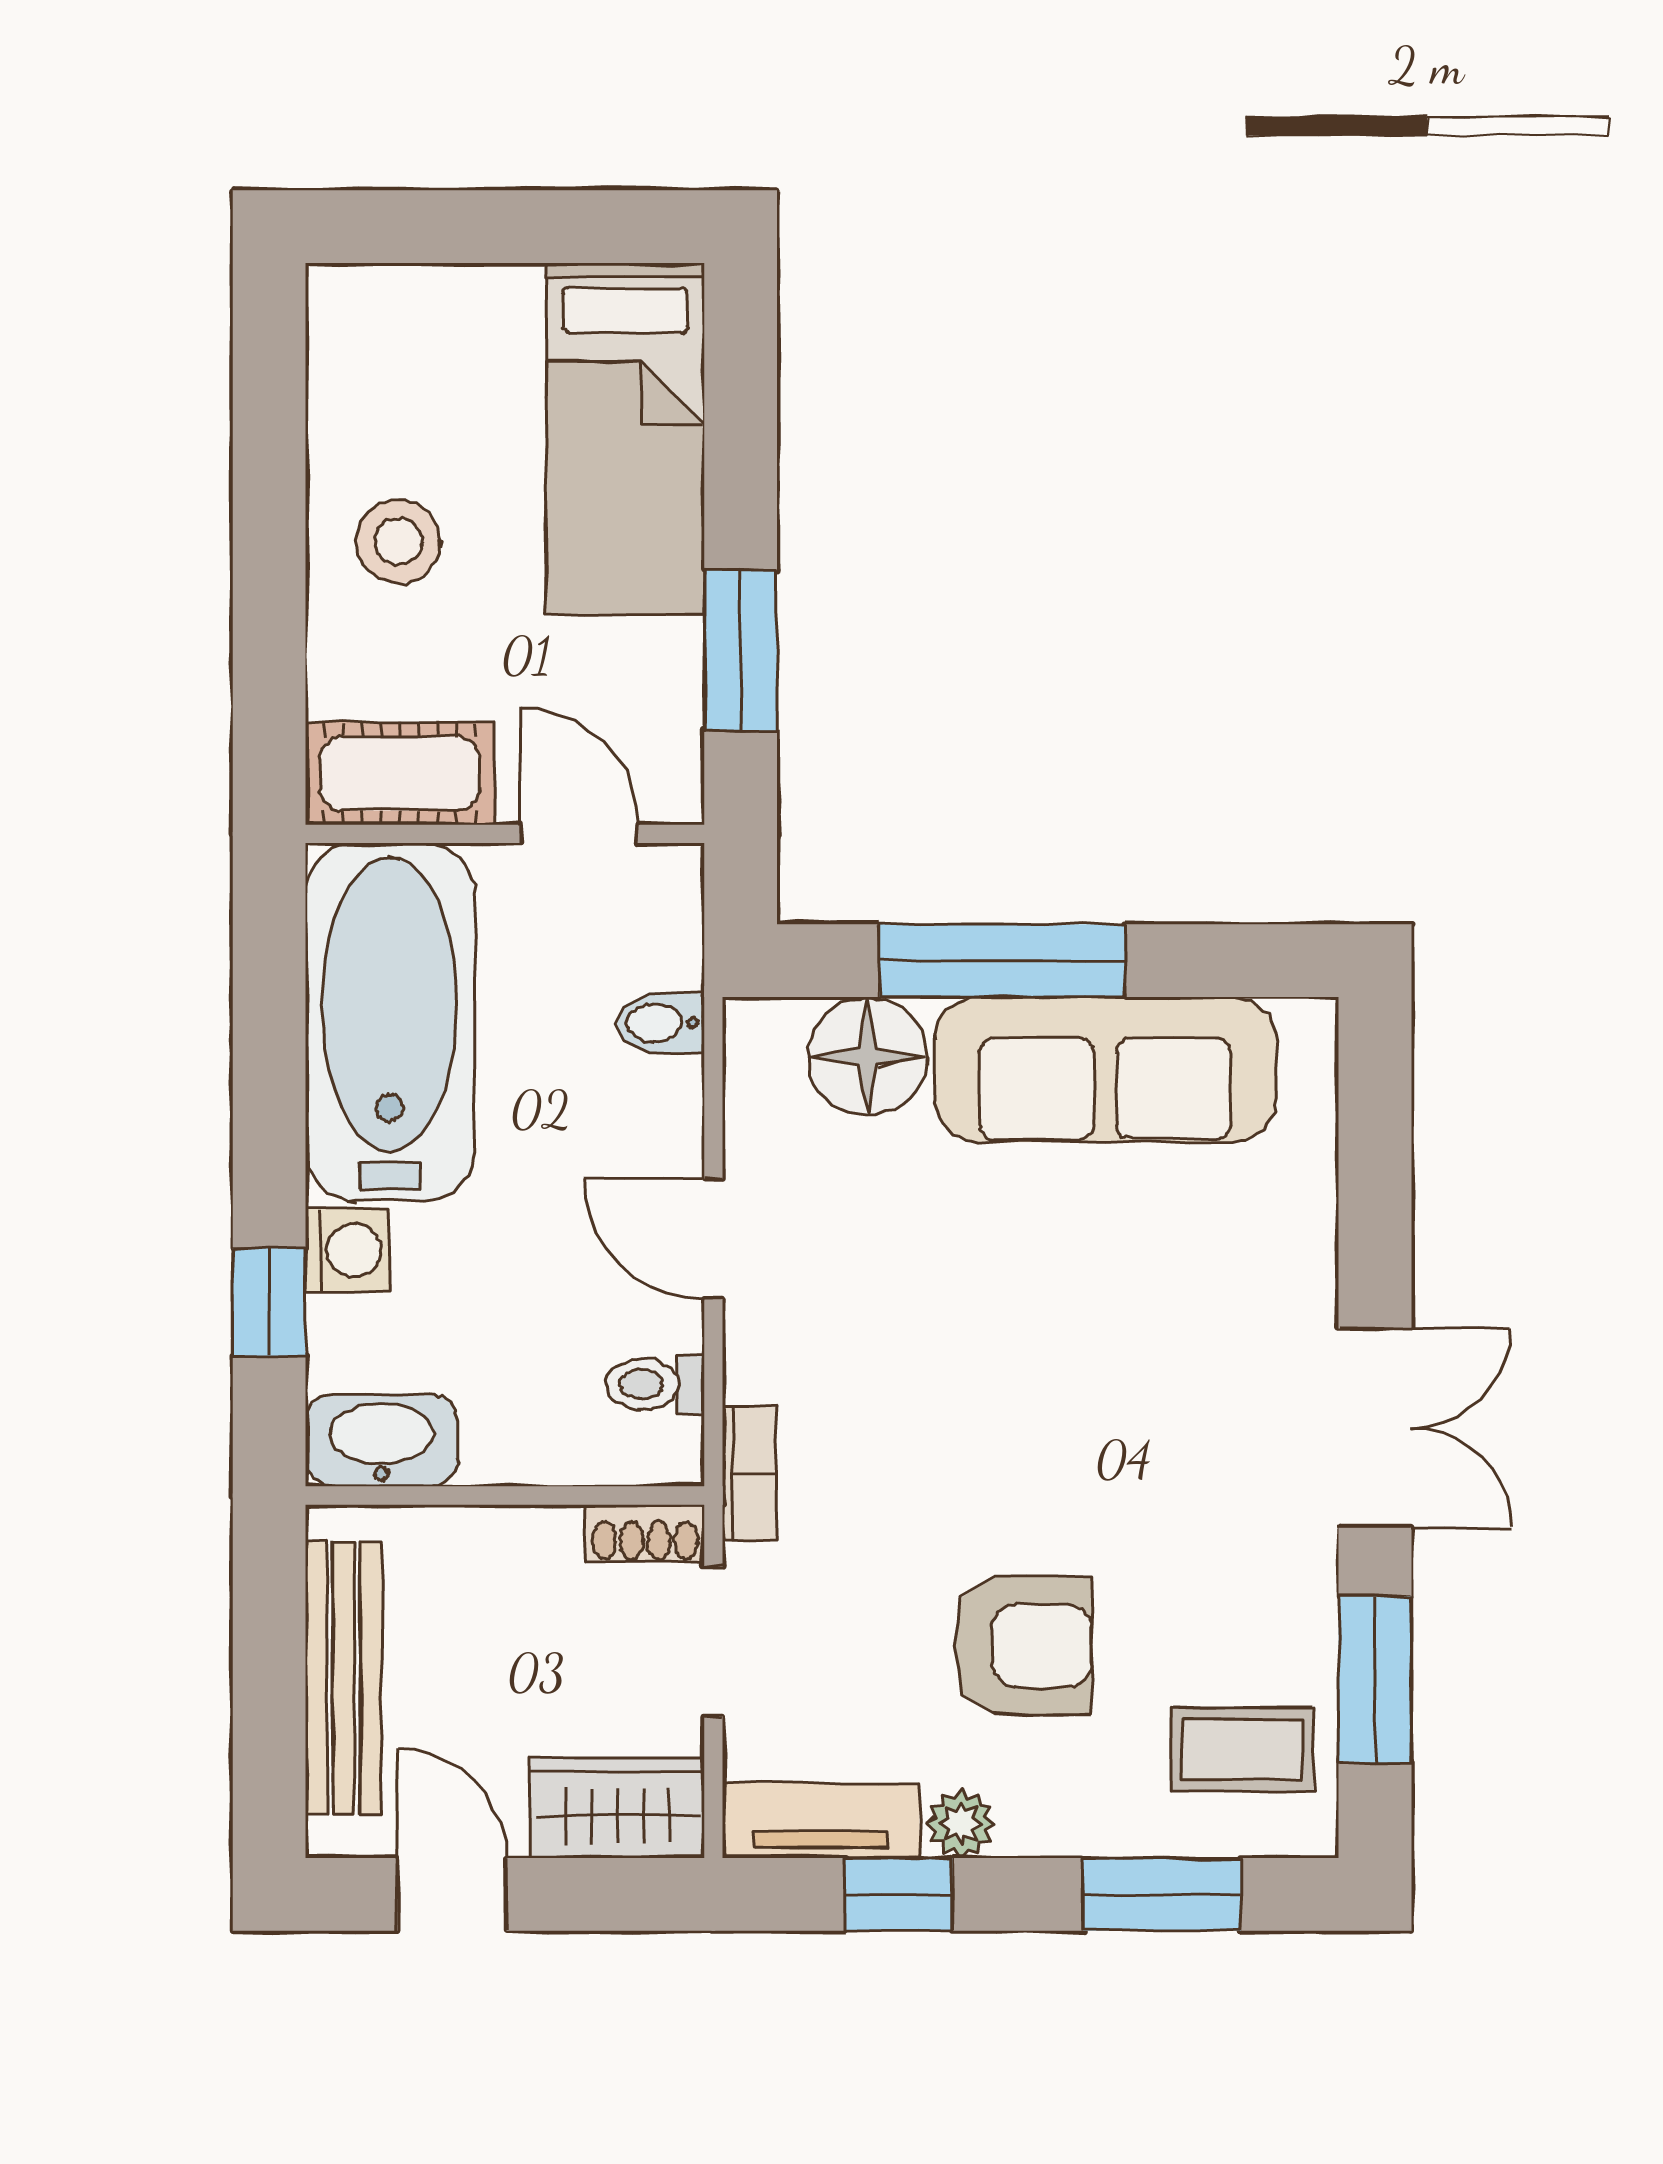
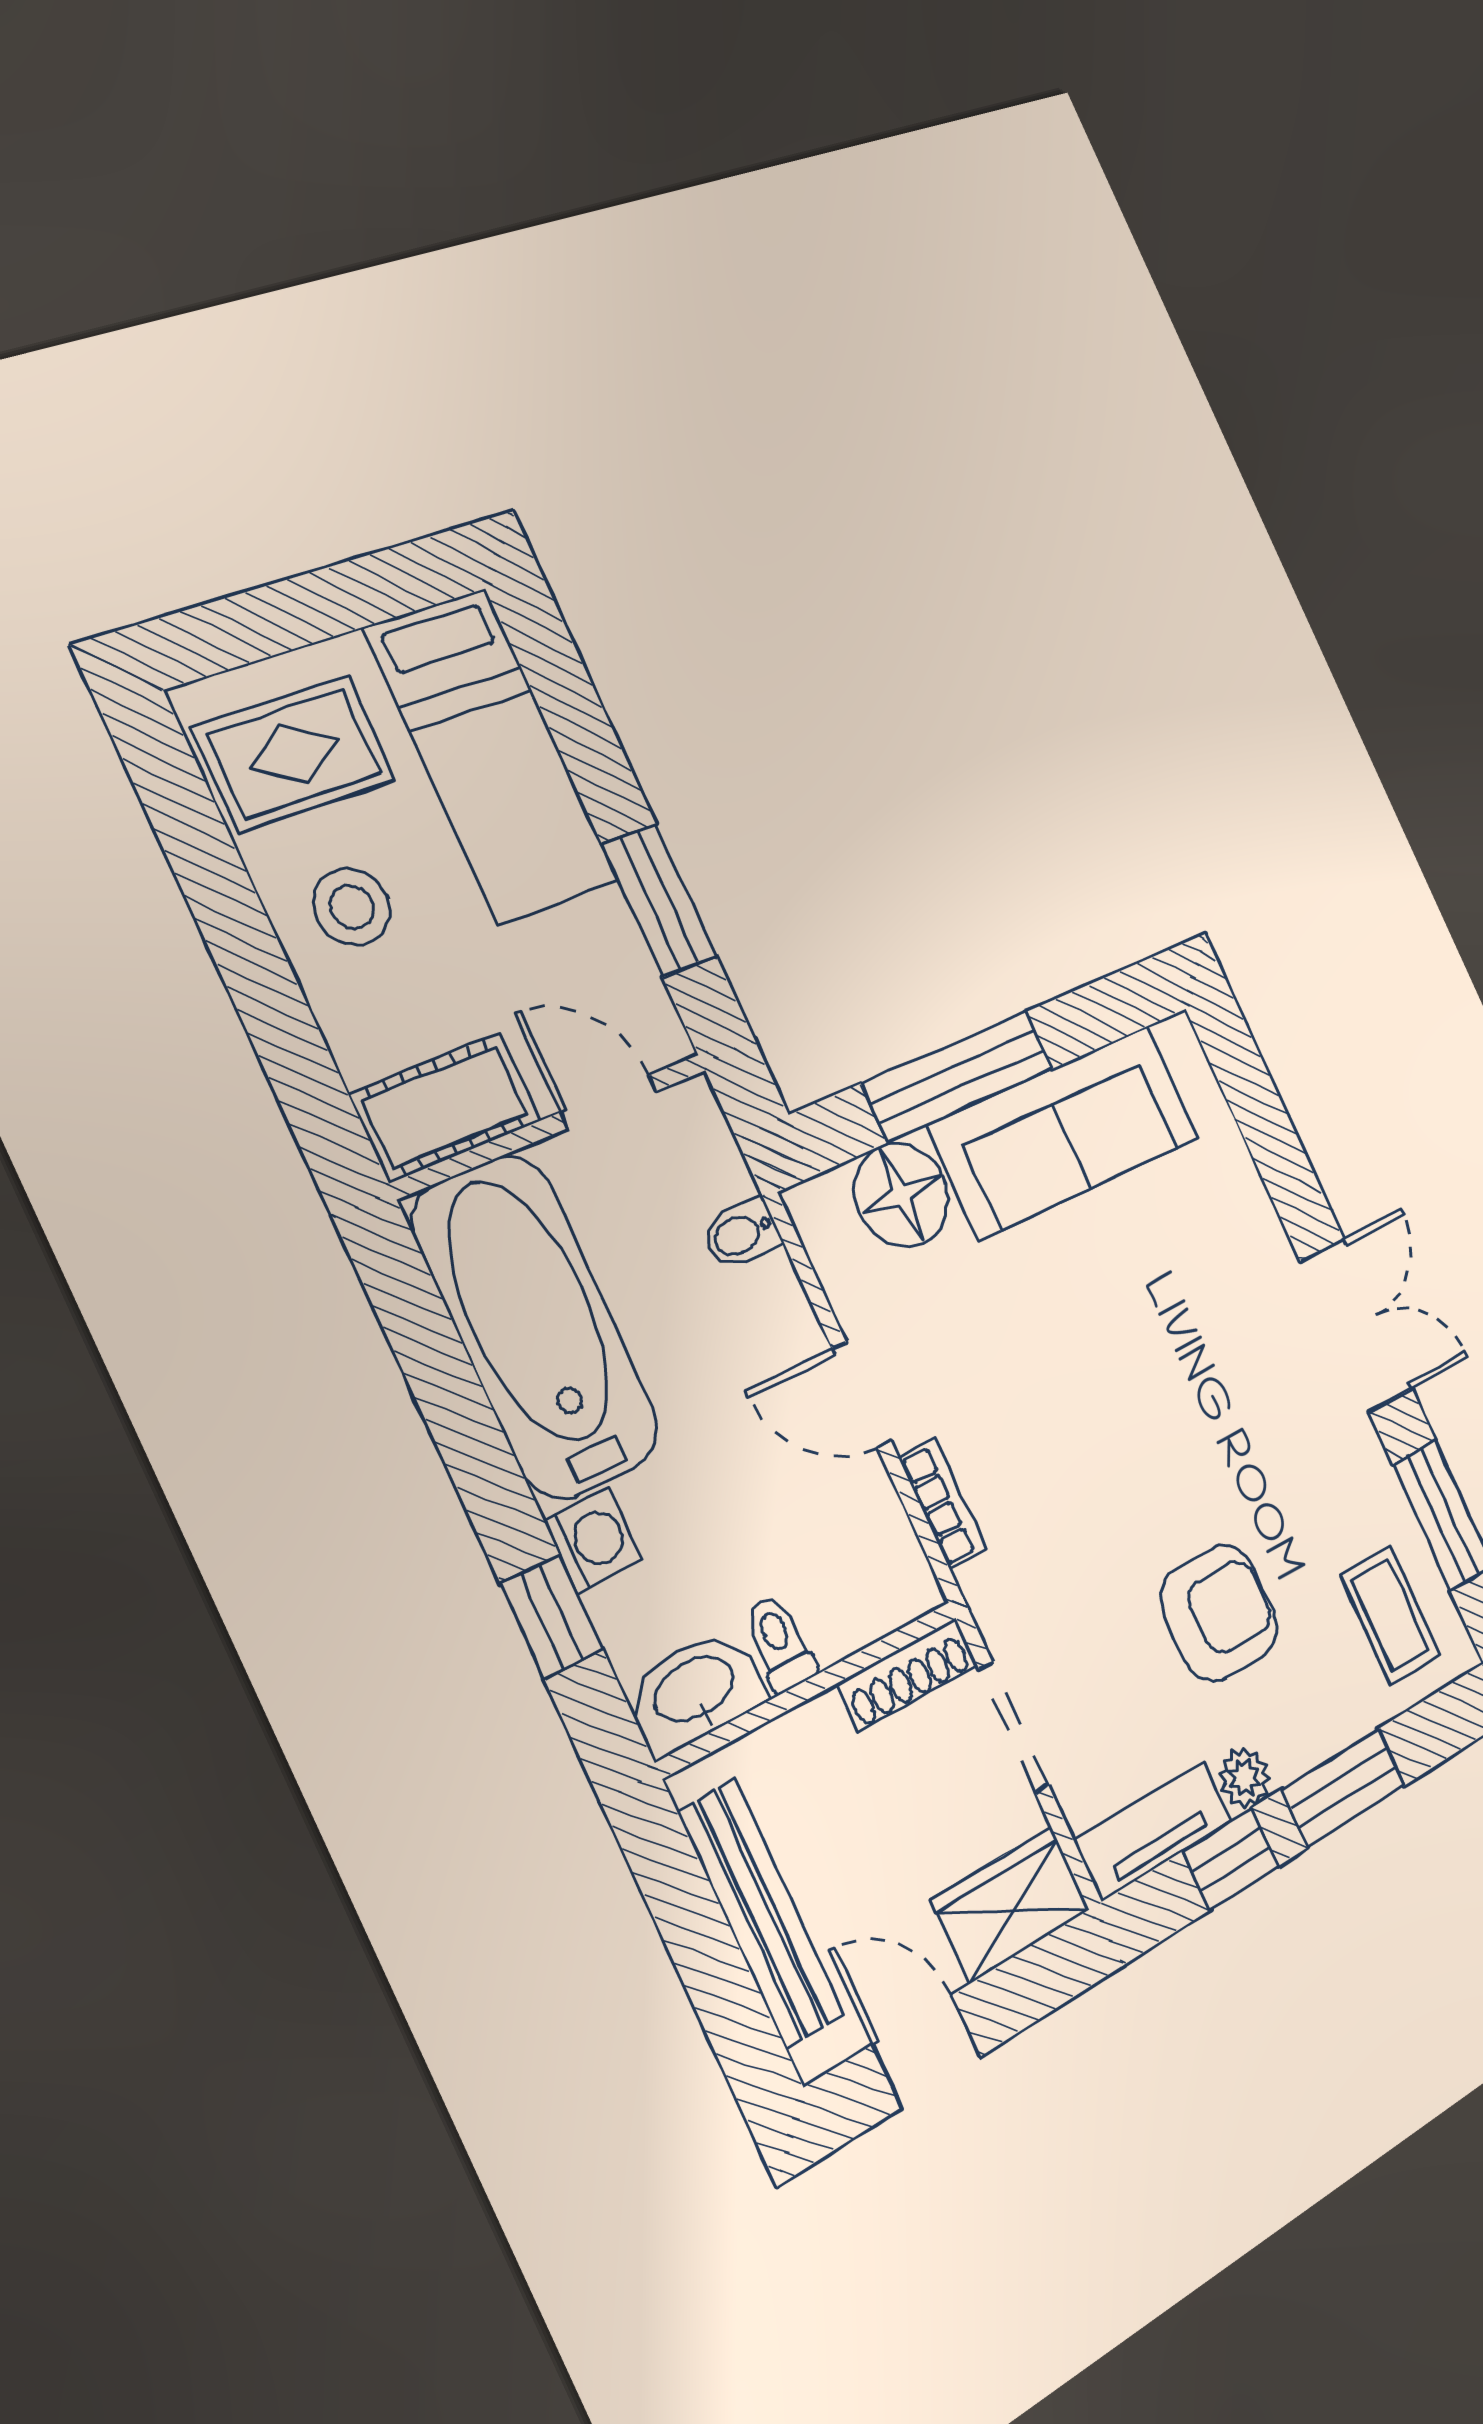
rug: (411, 369) -> (294, 754), added
toilet: (655, 1384) -> (779, 1643), moved, turned 90
bookcase: (749, 1473) -> (943, 1503), moved
shoe rack: (645, 1533) -> (907, 1675), width x1.43
coffee table: (1242, 1750) -> (1390, 1615), turned 90
window: (1162, 1894) -> (1344, 1787), moved

